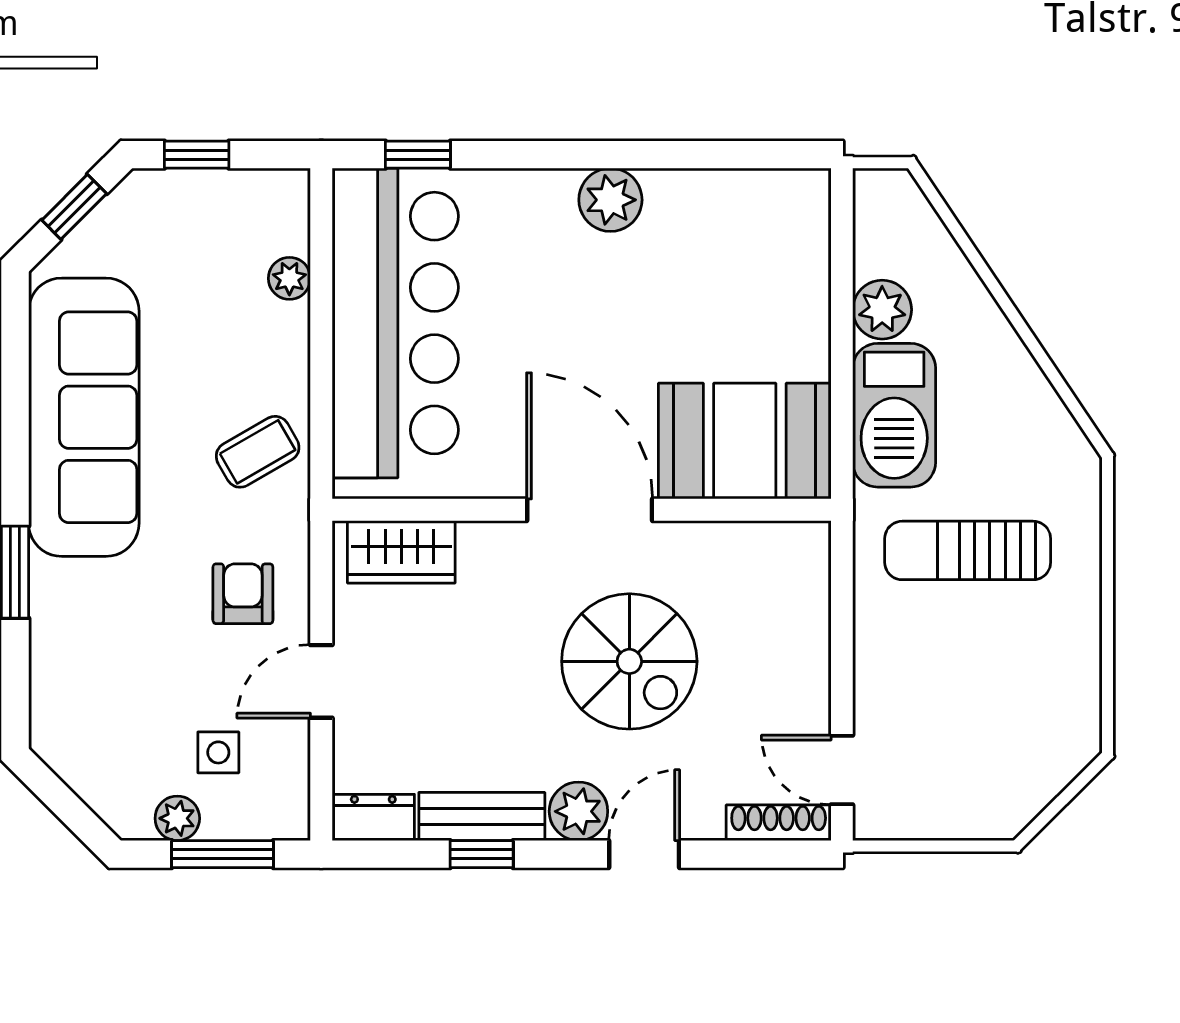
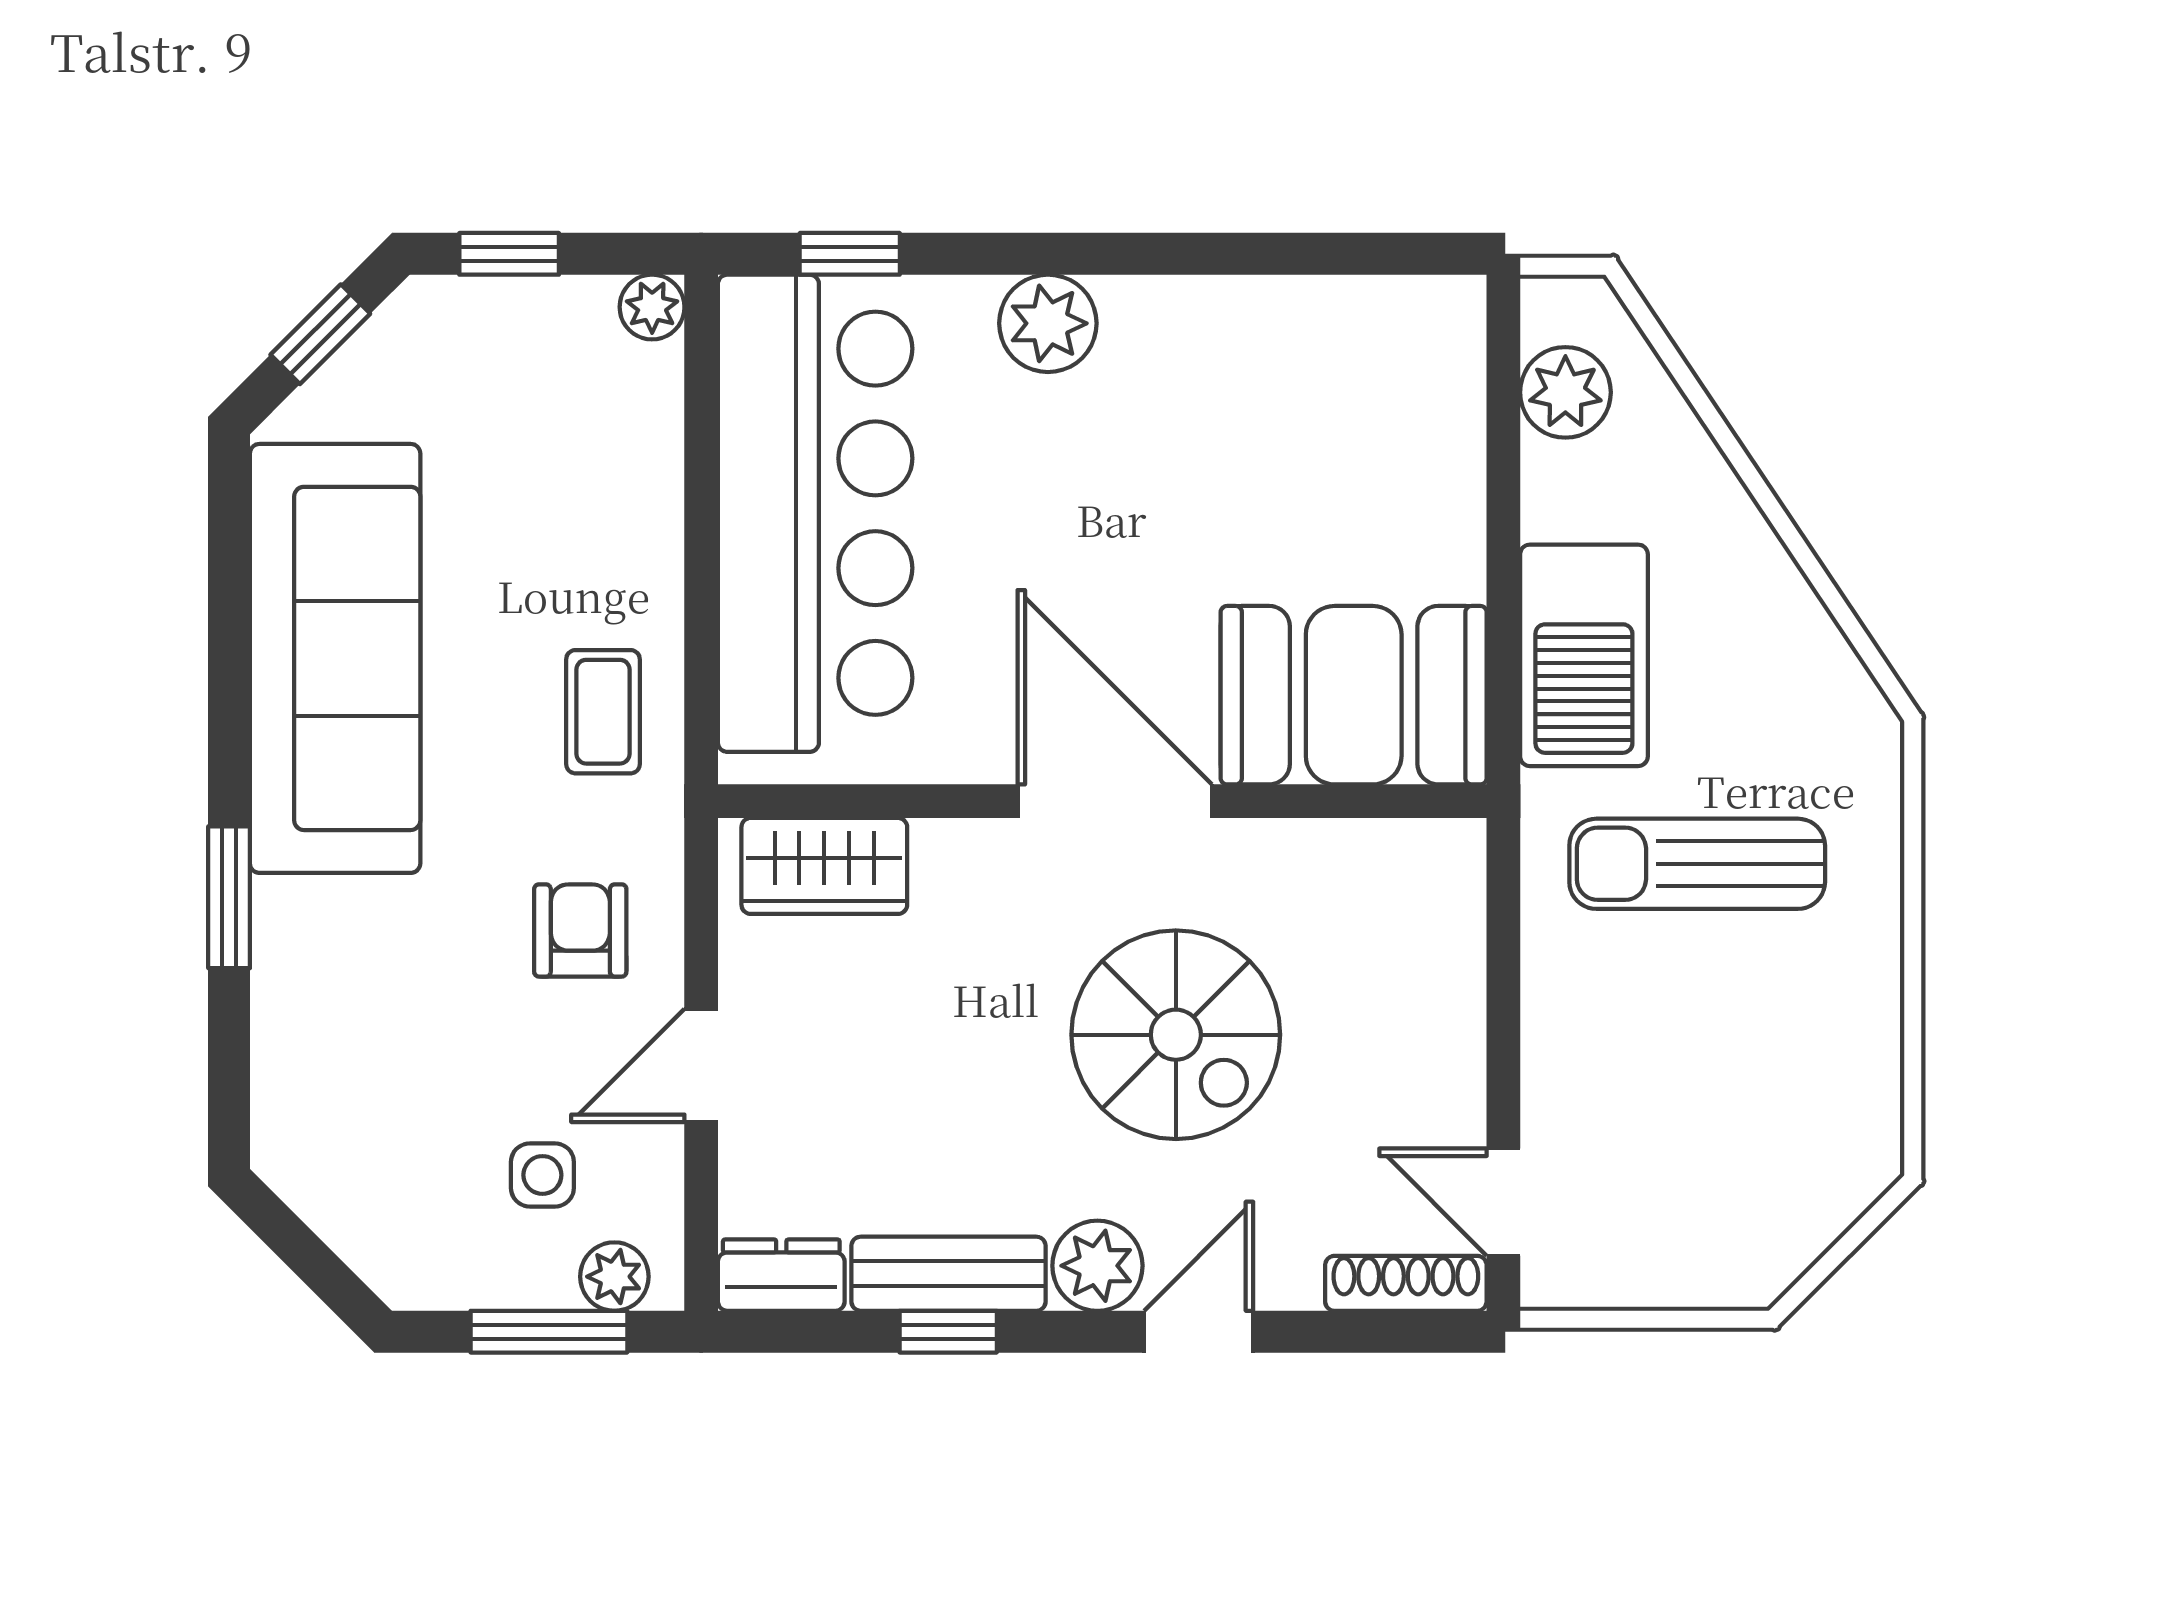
plant: (610, 200) -> (1048, 323), moved
plant: (289, 278) -> (652, 307), moved
plant: (882, 310) -> (1565, 392), moved
coffee table: (258, 452) -> (603, 712), turned -60
plant: (177, 818) -> (614, 1277), moved

